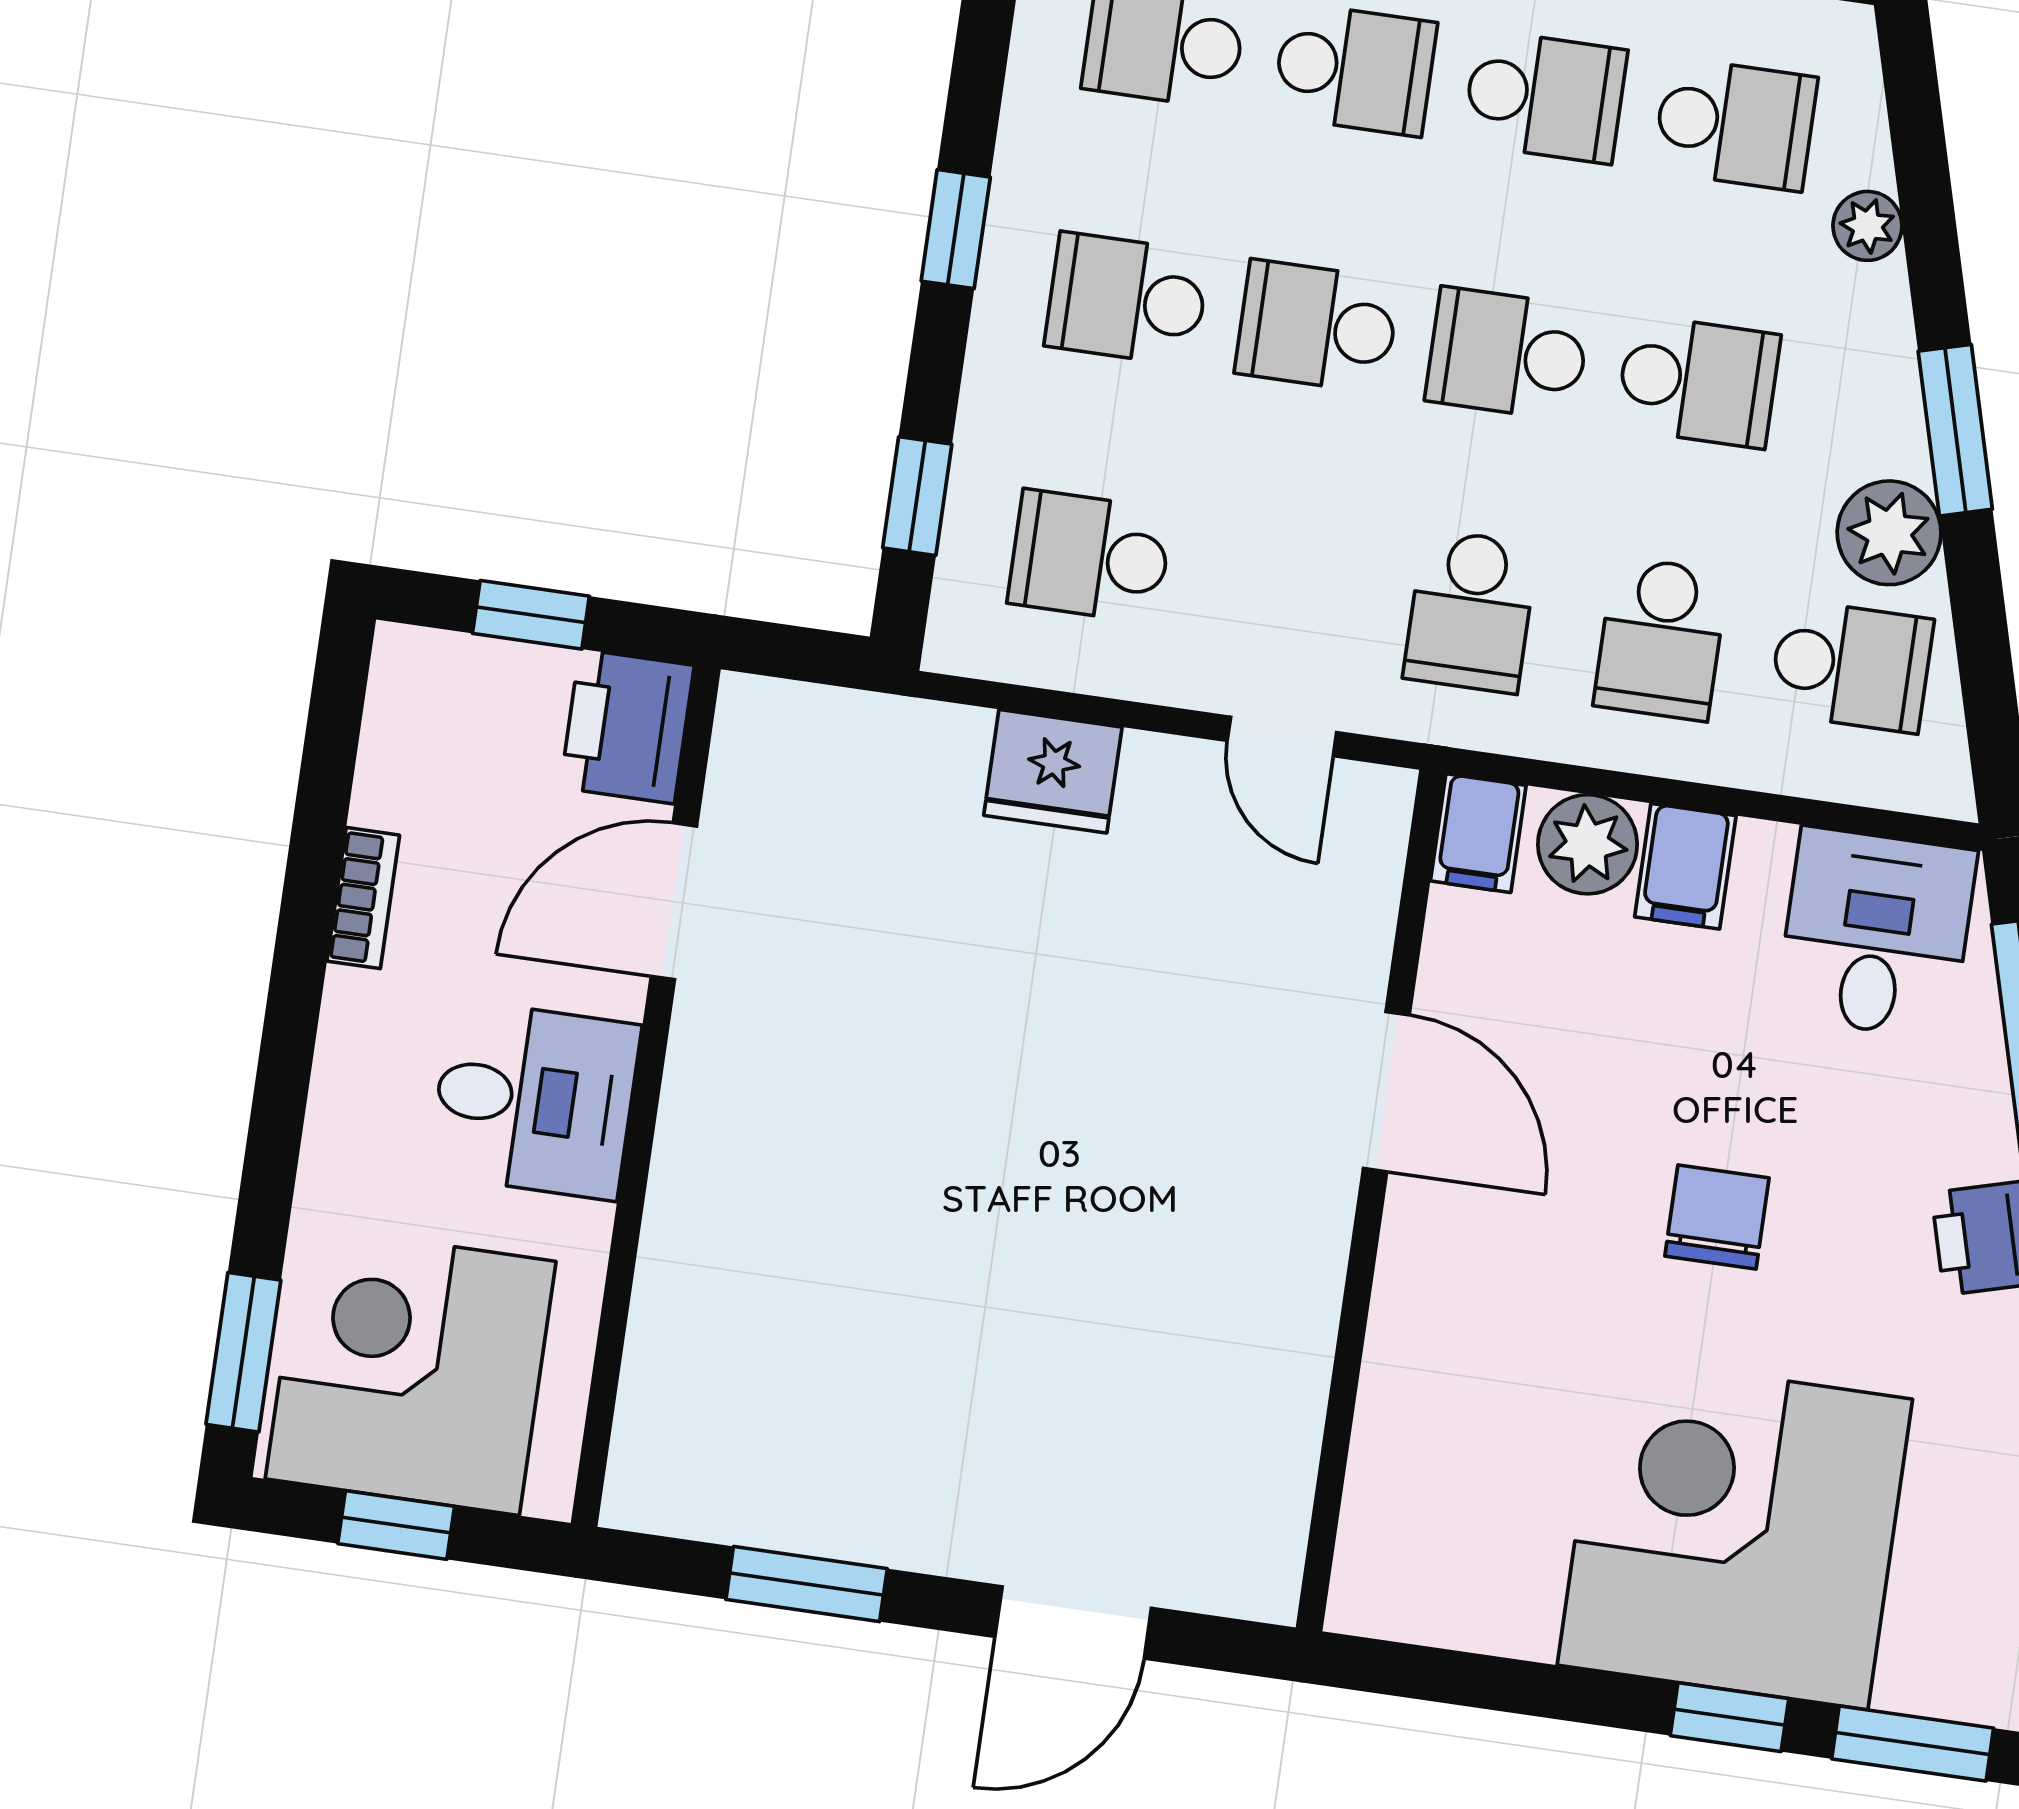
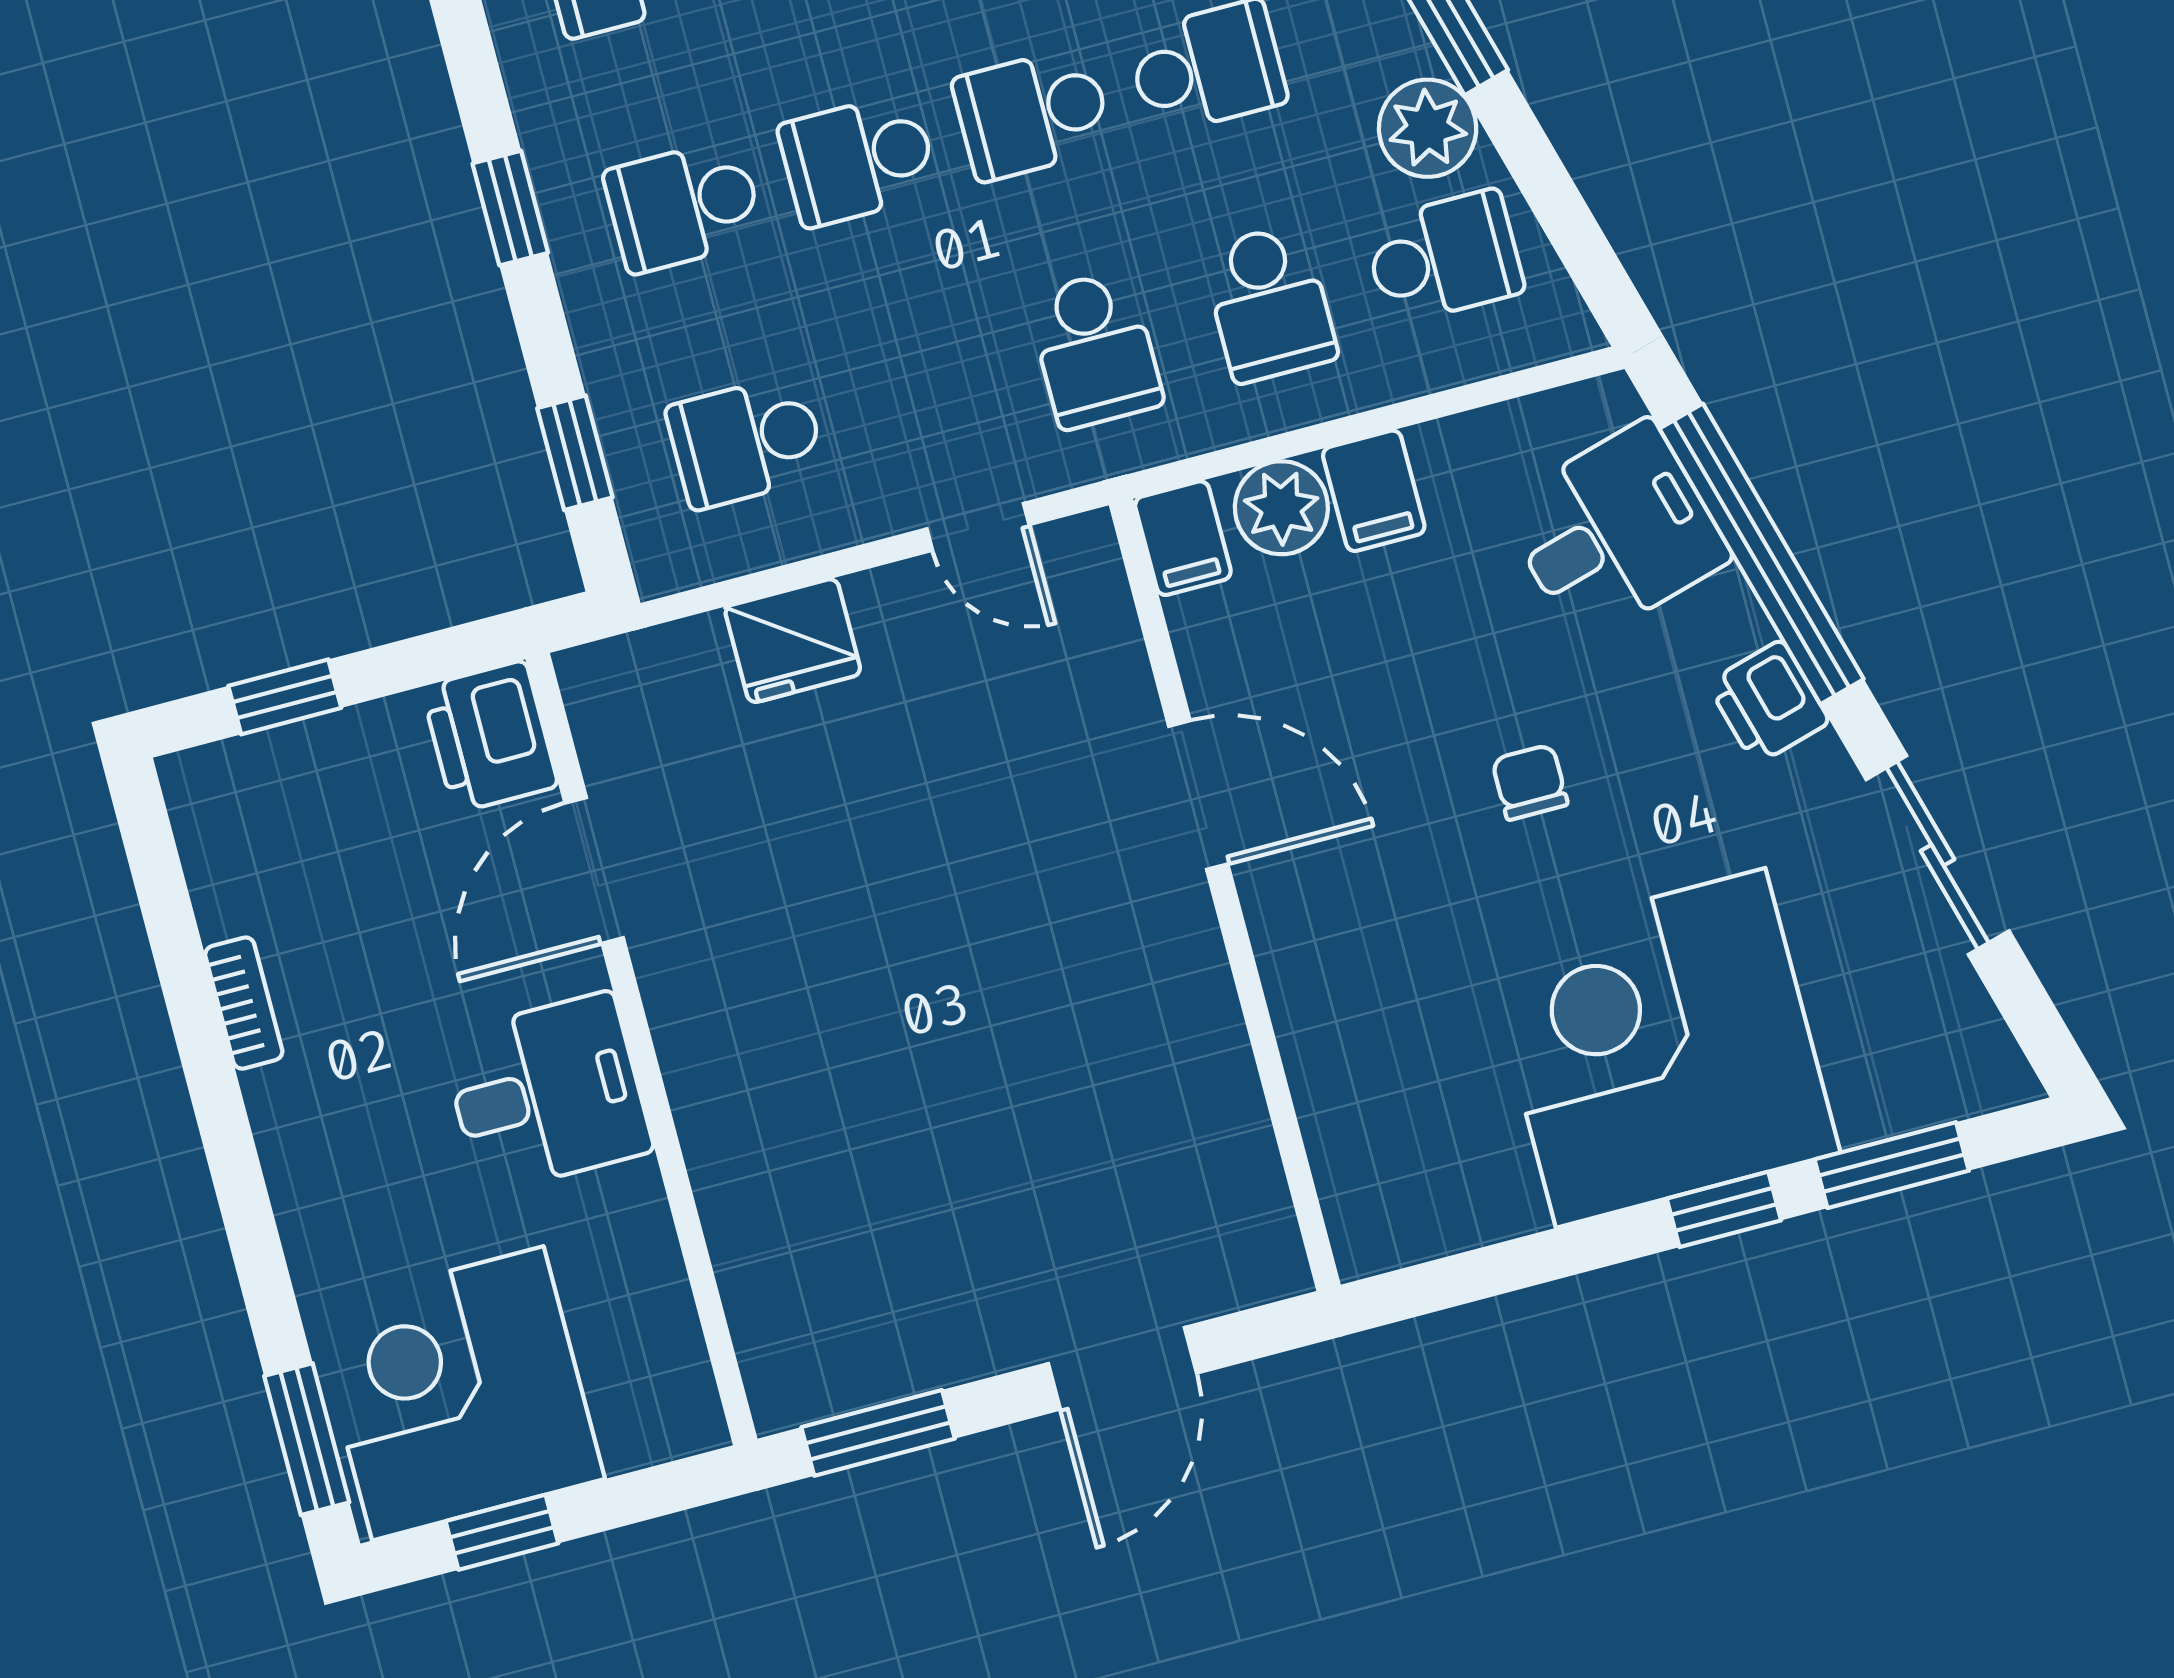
printer: (627, 726) -> (490, 737), moved
door: (674, 901) -> (594, 870), moved
desk: (1876, 933) -> (1615, 532), moved, turned 75
wall: (646, 1096) -> (641, 1049), moved
desk: (534, 1100) -> (547, 1093), moved
chair: (1717, 1217) -> (1530, 782), width x0.73, depth x0.73

